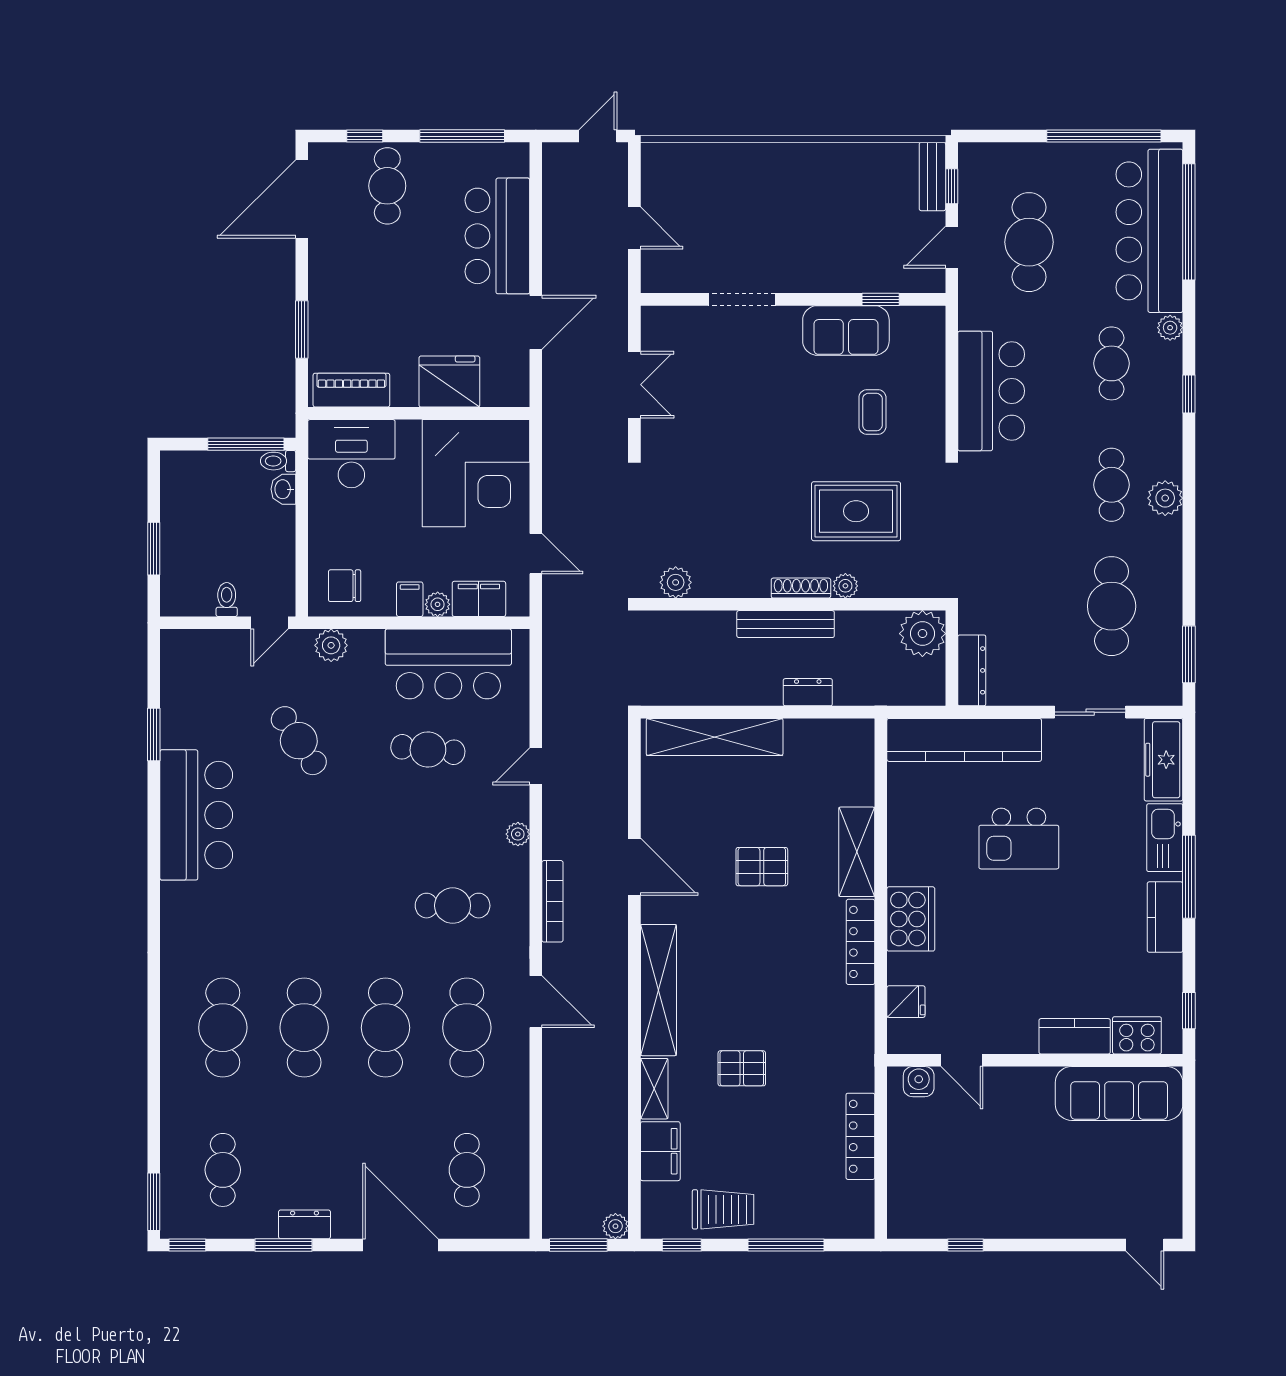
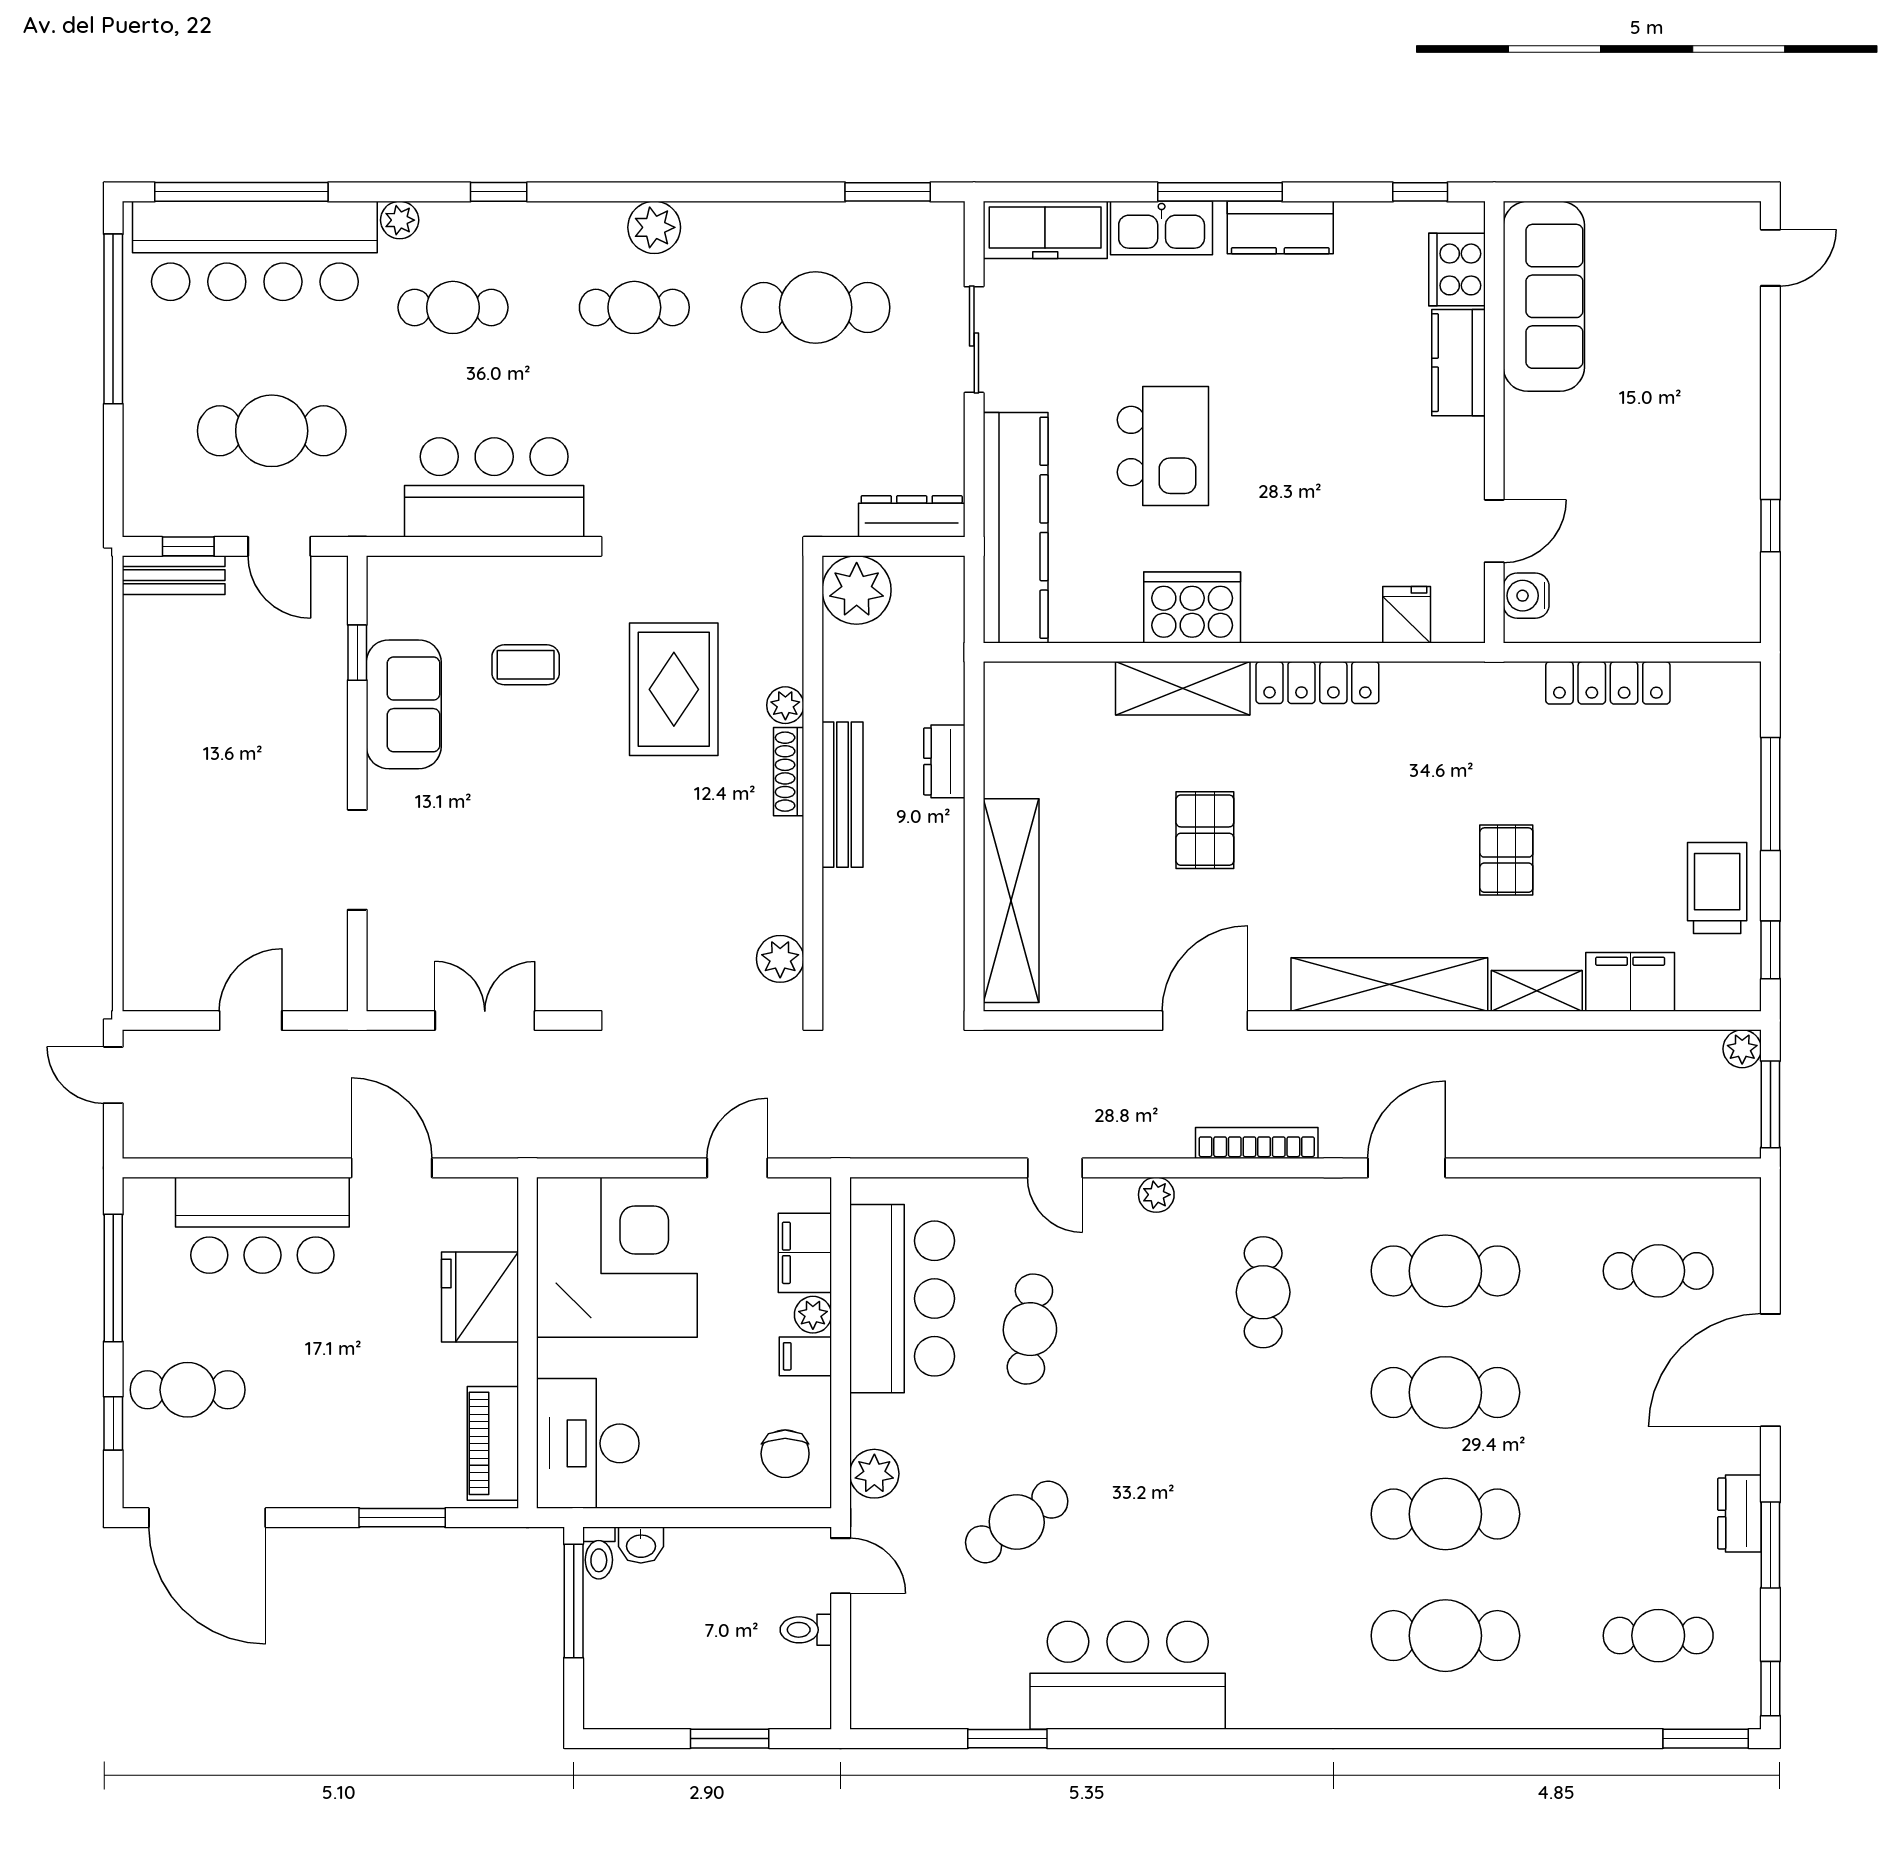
cooker: (911, 919) -> (1192, 607), moved

